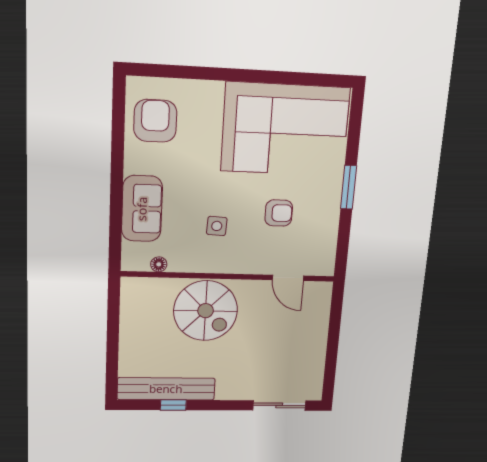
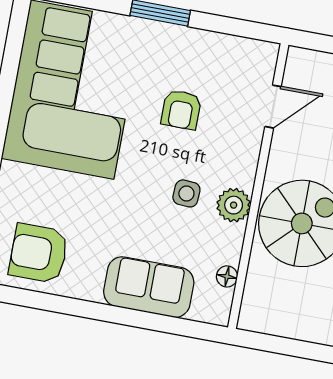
armchair: (279, 213) -> (181, 110), turned 180
plant: (213, 261) -> (234, 205), added

